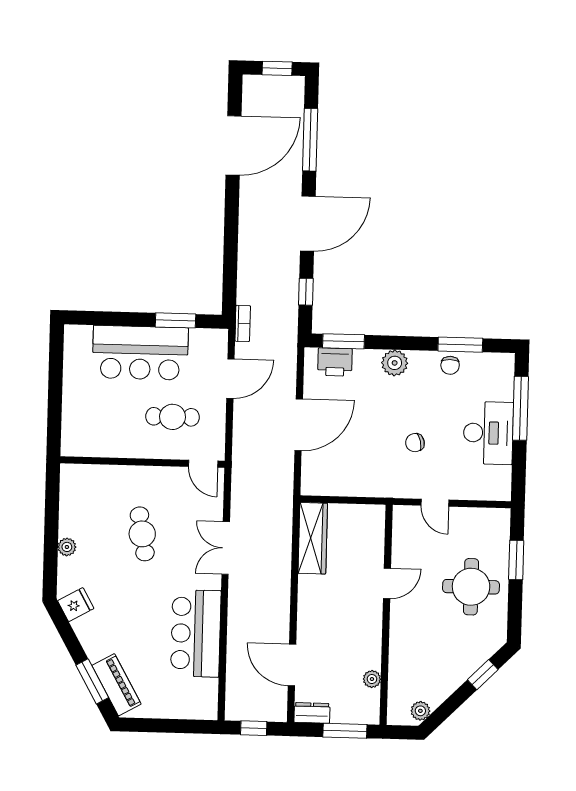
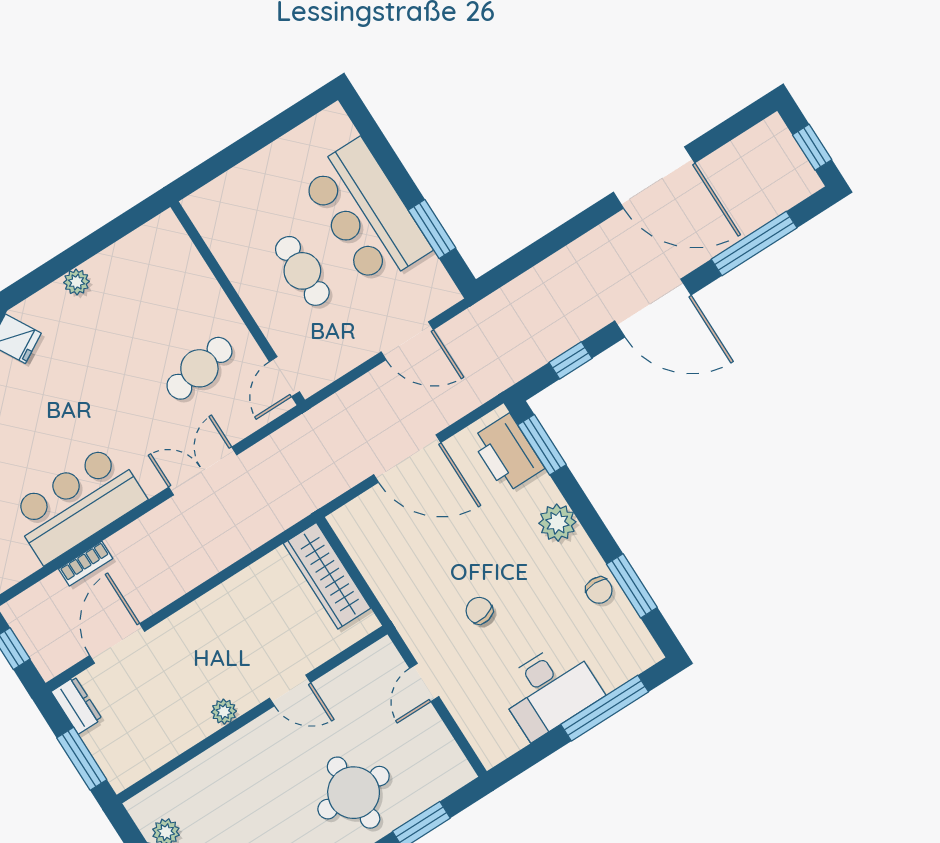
door: (234, 145) -> (654, 178), moved
bookcase: (243, 323) -> (86, 564), moved
printer: (335, 362) -> (507, 453), width x1.37, depth x1.19
chair: (450, 365) -> (599, 590), turned -90
cafe table: (173, 417) -> (302, 271), moved
cafe table: (142, 534) -> (199, 368), moved
wardrobe: (313, 538) -> (327, 576), moved, turned 90
plant: (372, 679) -> (224, 712), moved

